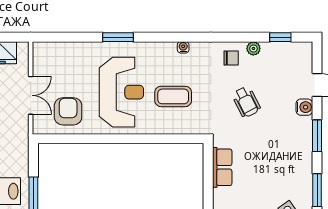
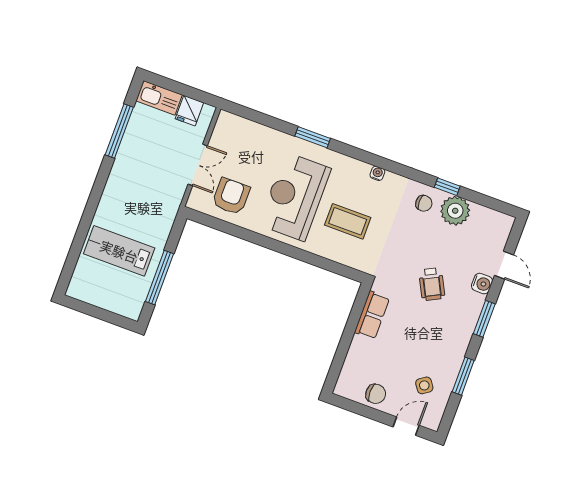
window: (280, 37) -> (447, 187), moved
plant: (253, 48) -> (455, 211), width x1.87, depth x1.87
reception desk: (121, 92) -> (295, 197), turned 180
wheelchair: (246, 102) -> (432, 284), moved

